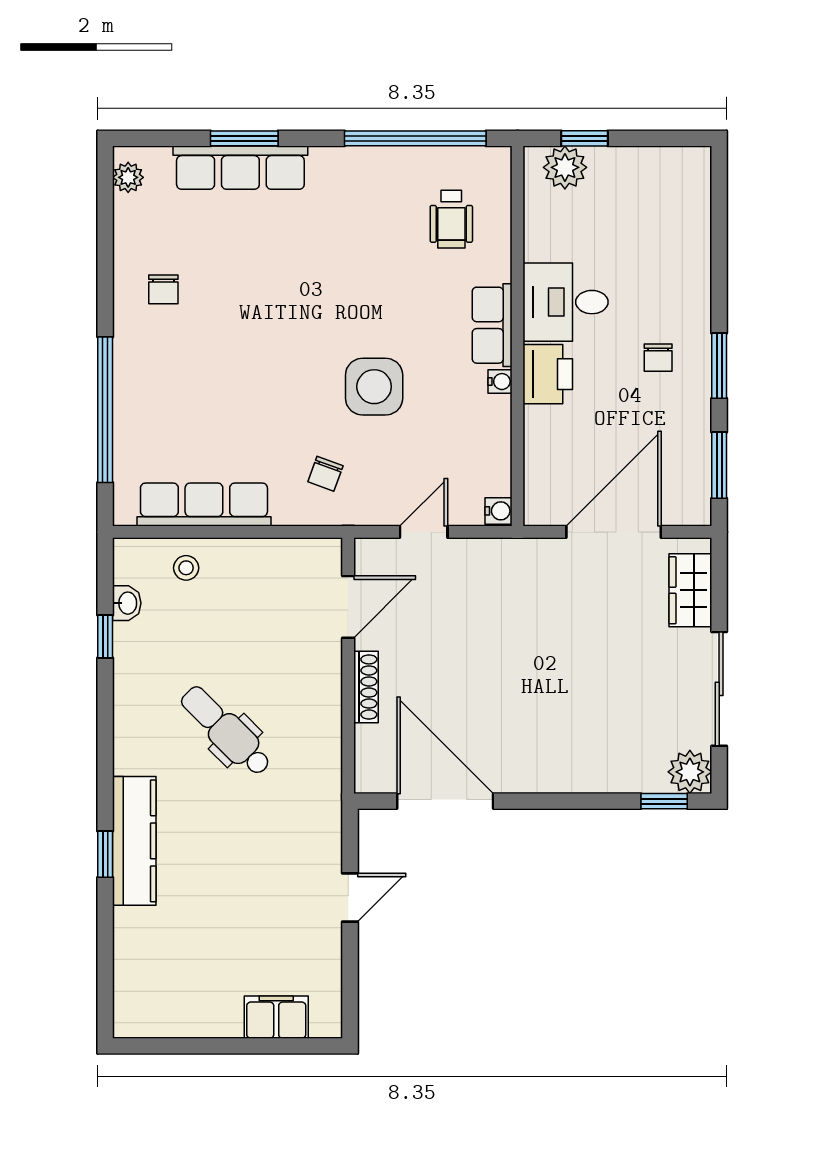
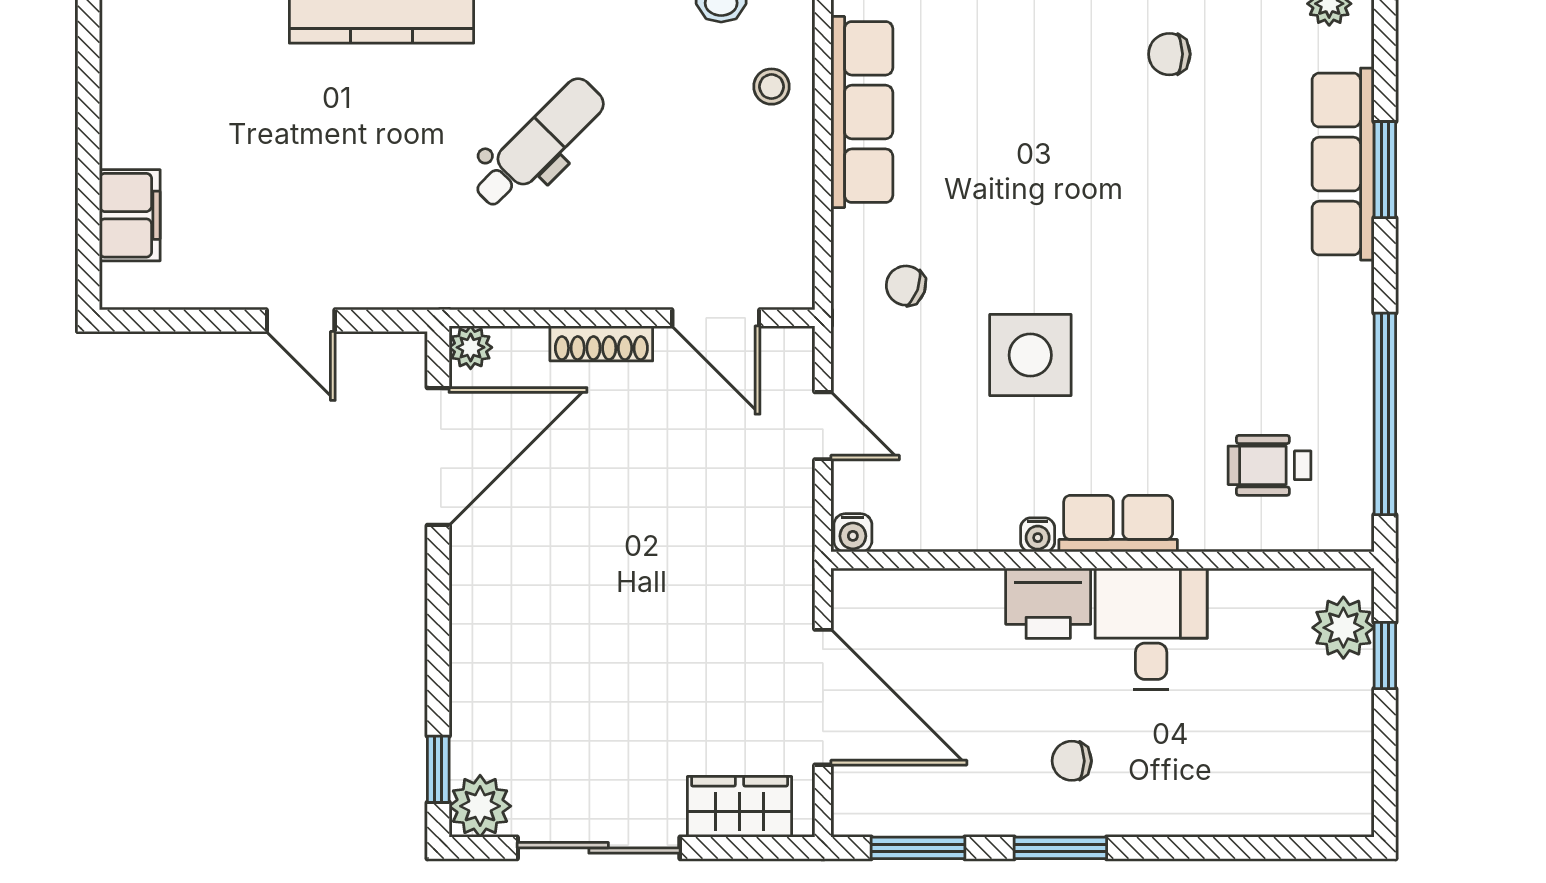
plant: (369, 779) -> (471, 347), added

